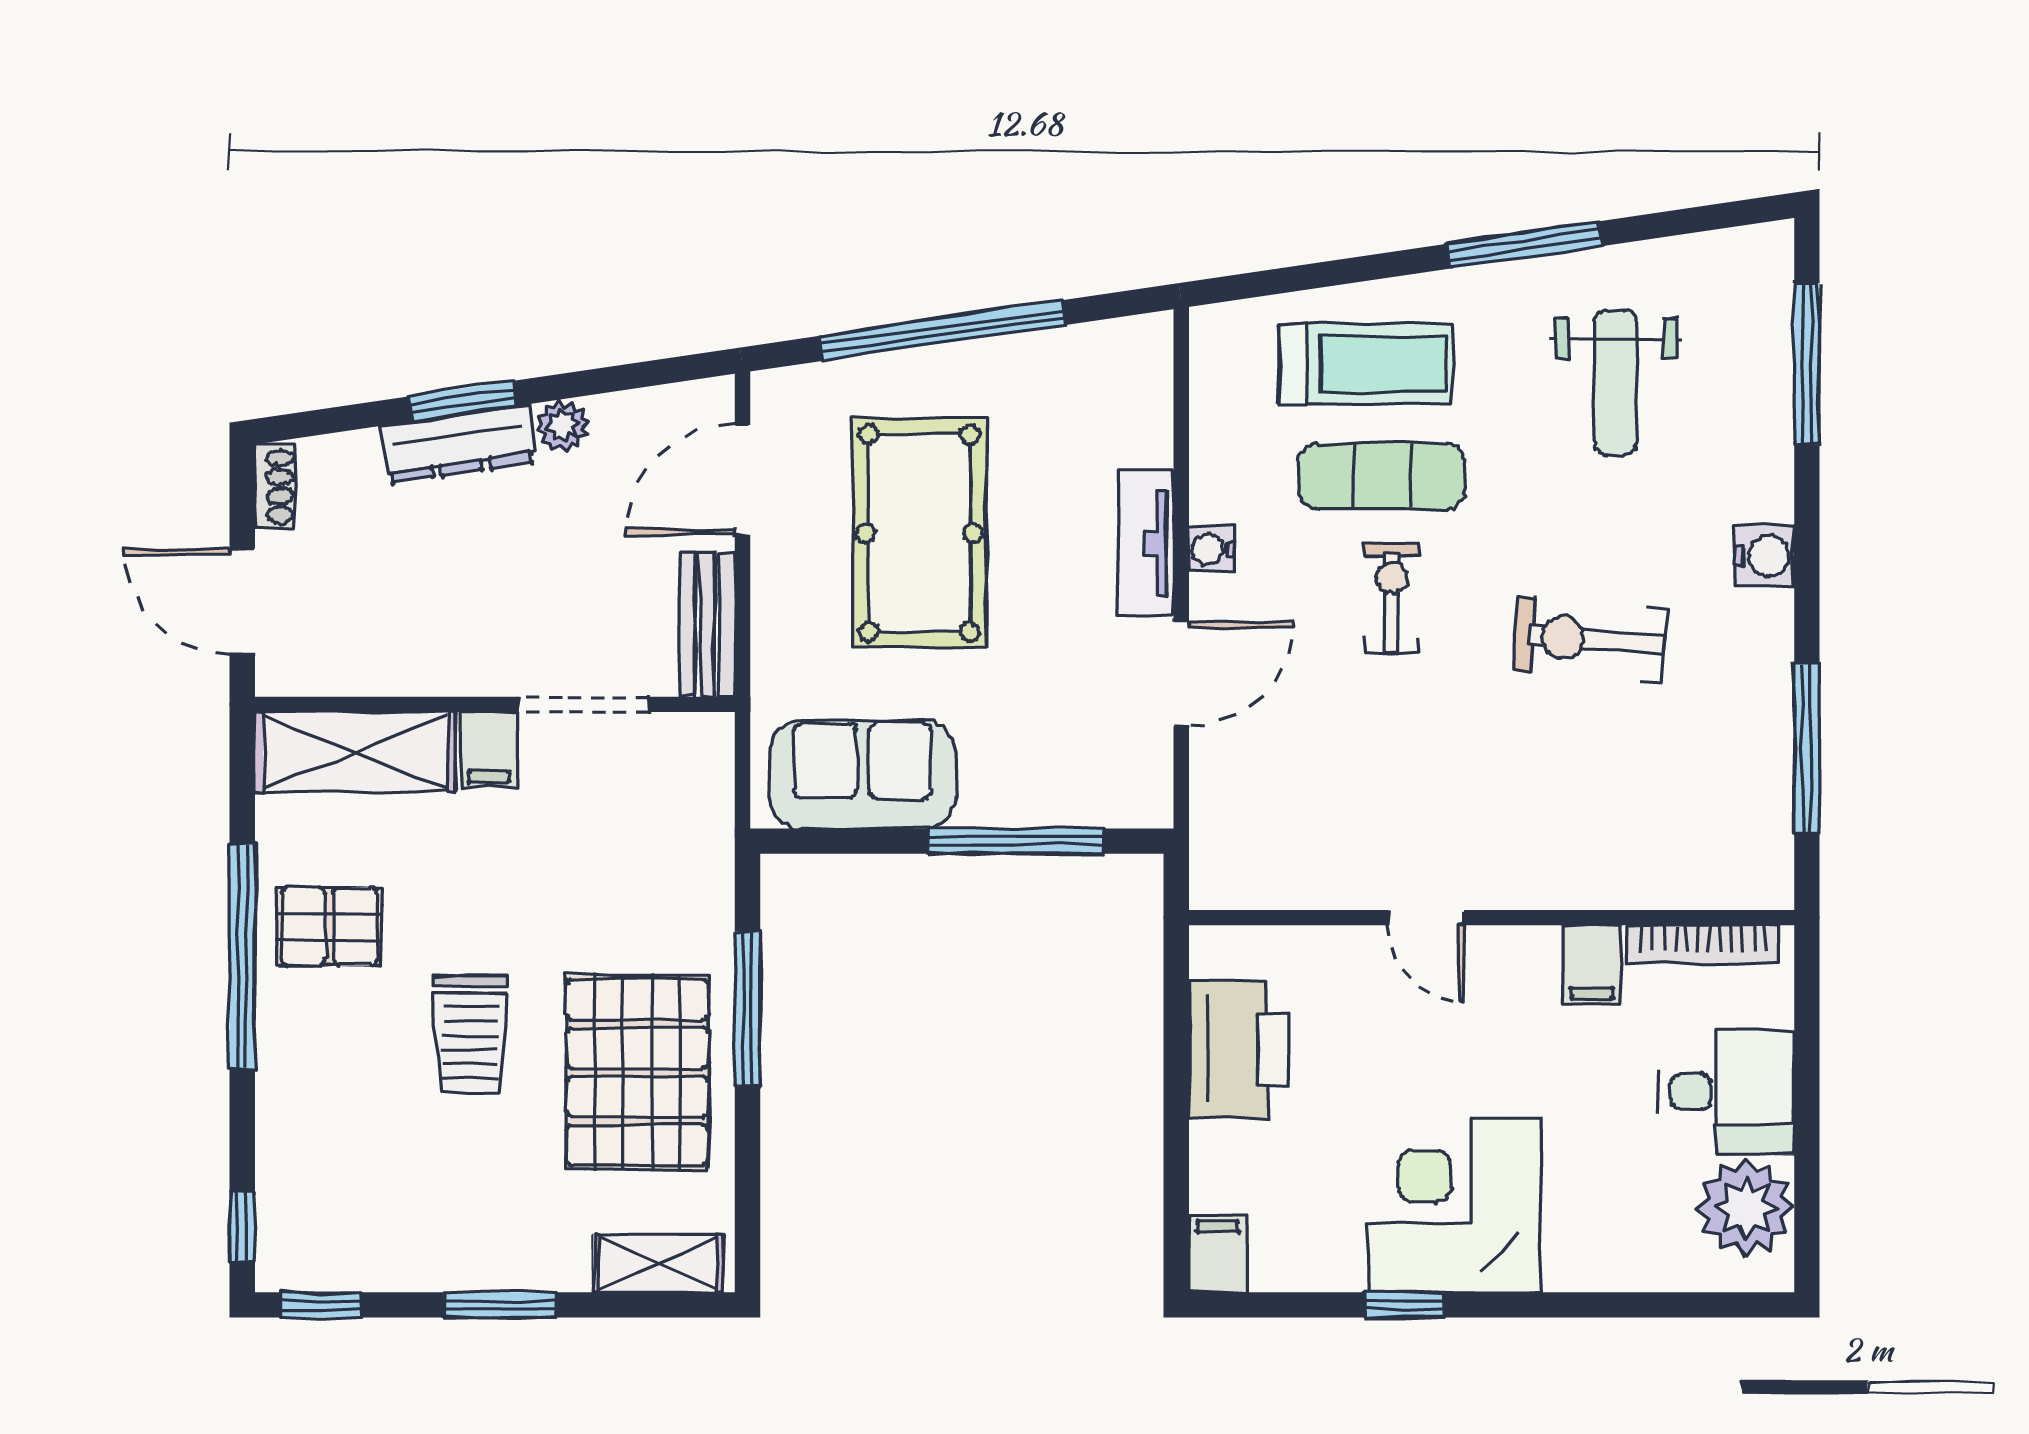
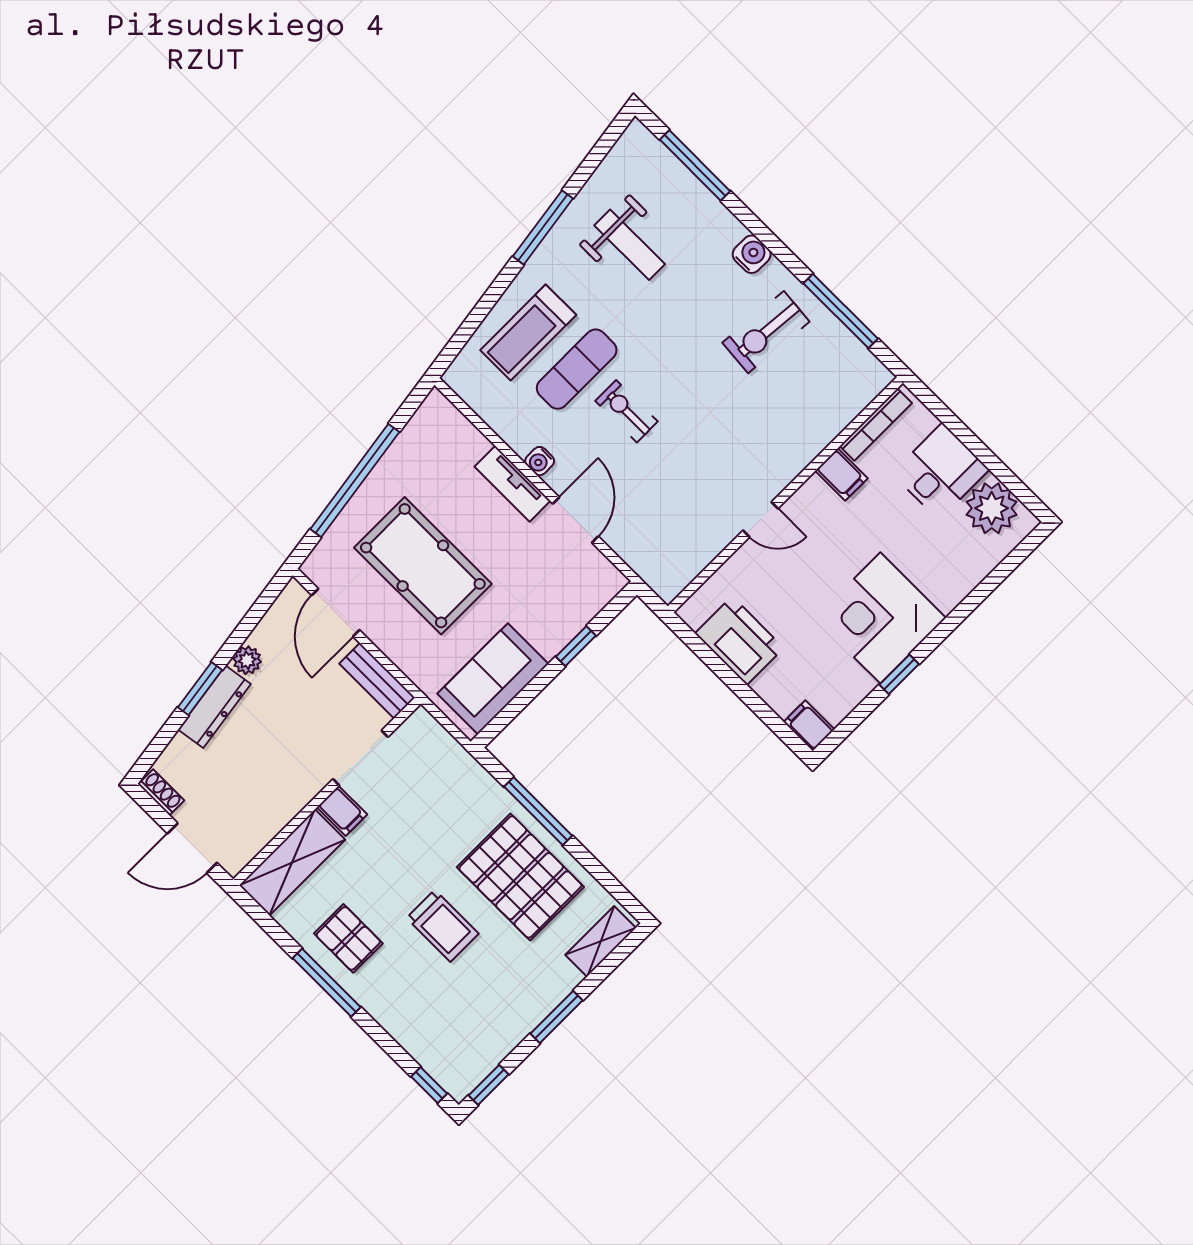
treadmill: (1366, 364) -> (528, 332), turned 180
exercise bike: (1590, 640) -> (766, 332), moved
window: (1015, 841) -> (576, 646), width x0.46
pallet: (329, 926) -> (348, 938), turned 90
window: (242, 956) -> (327, 983), width x0.68

